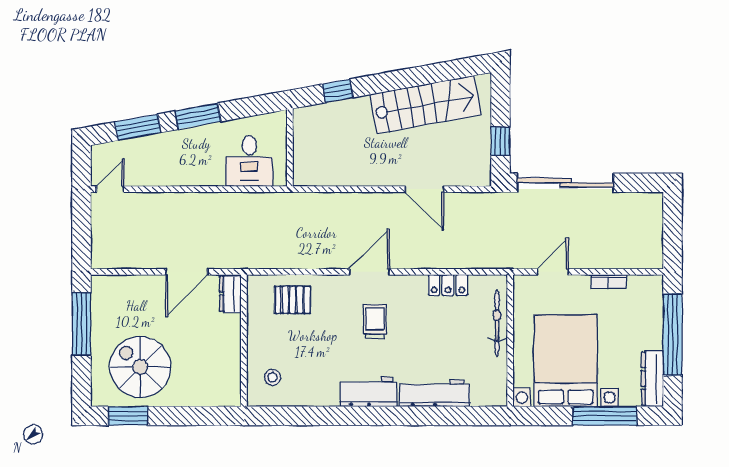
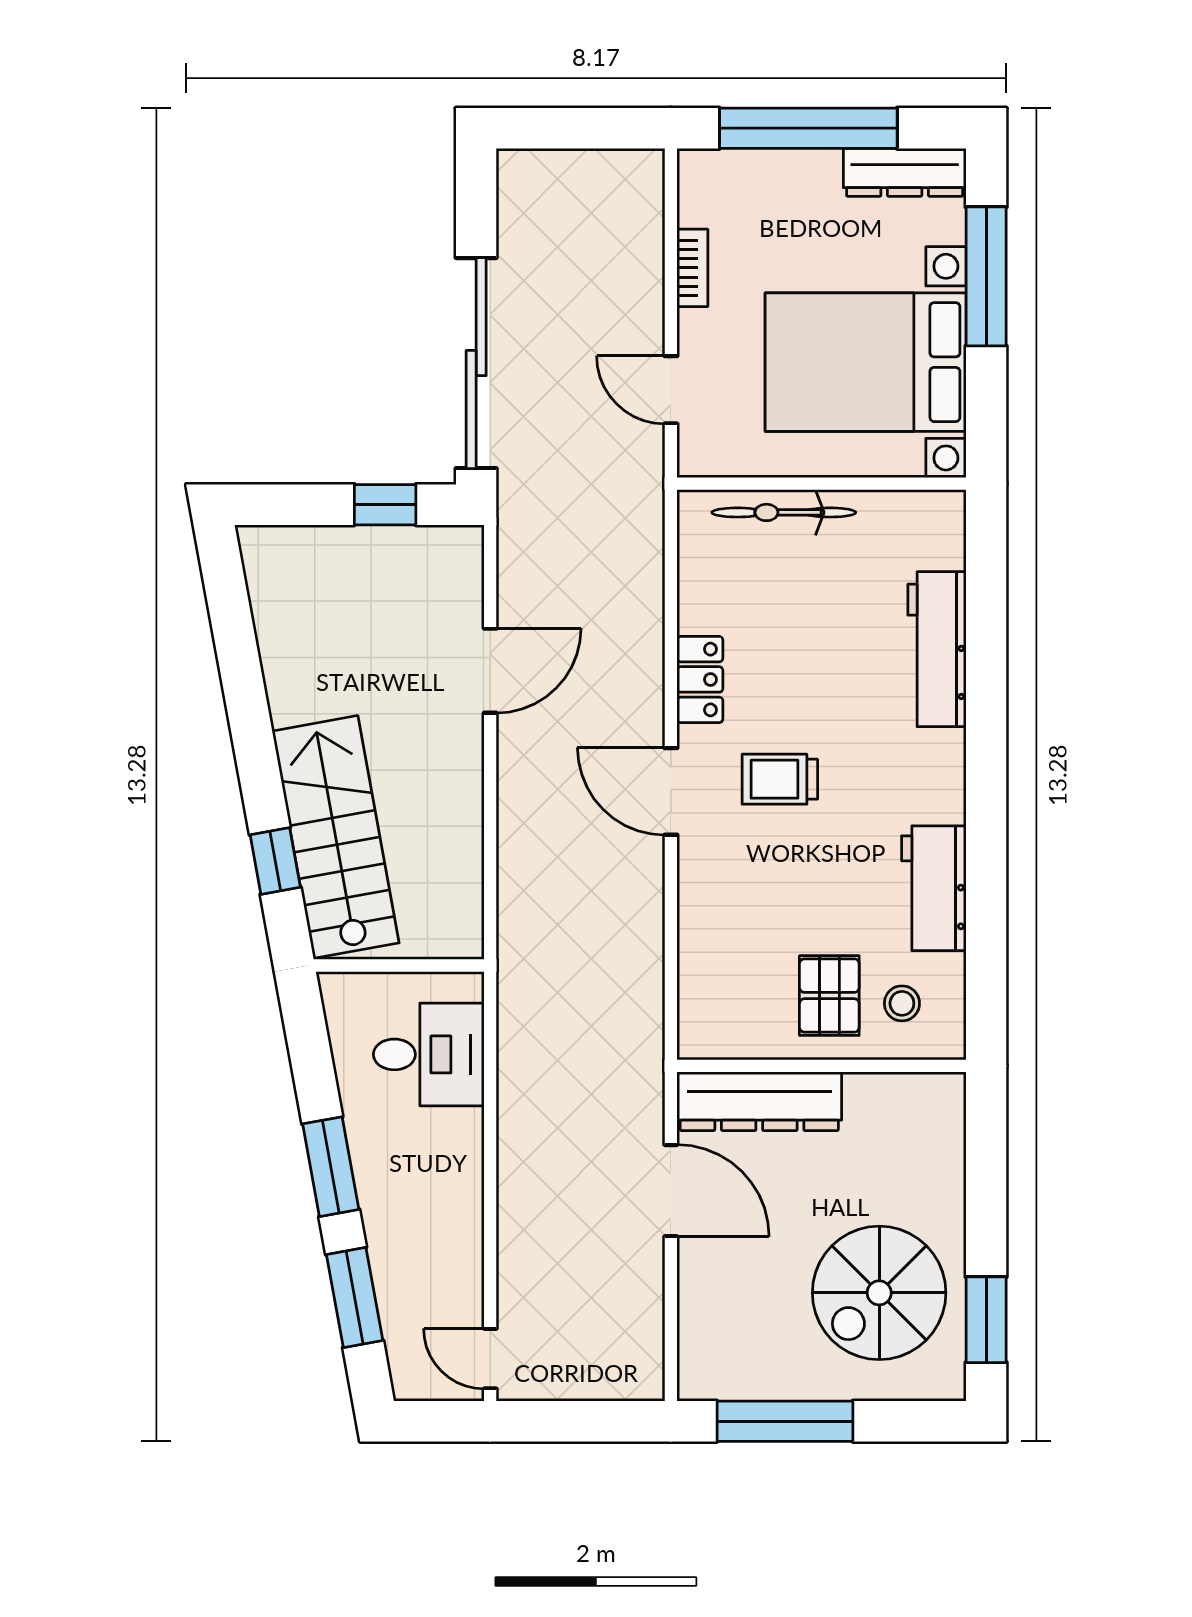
stairs: (425, 105) -> (336, 837), moved
locker: (448, 285) -> (700, 679), moved
dresser: (230, 294) -> (759, 1101), width x1.96, depth x1.24
pallet: (293, 300) -> (829, 996), moved
workbench: (369, 392) -> (934, 888), moved

